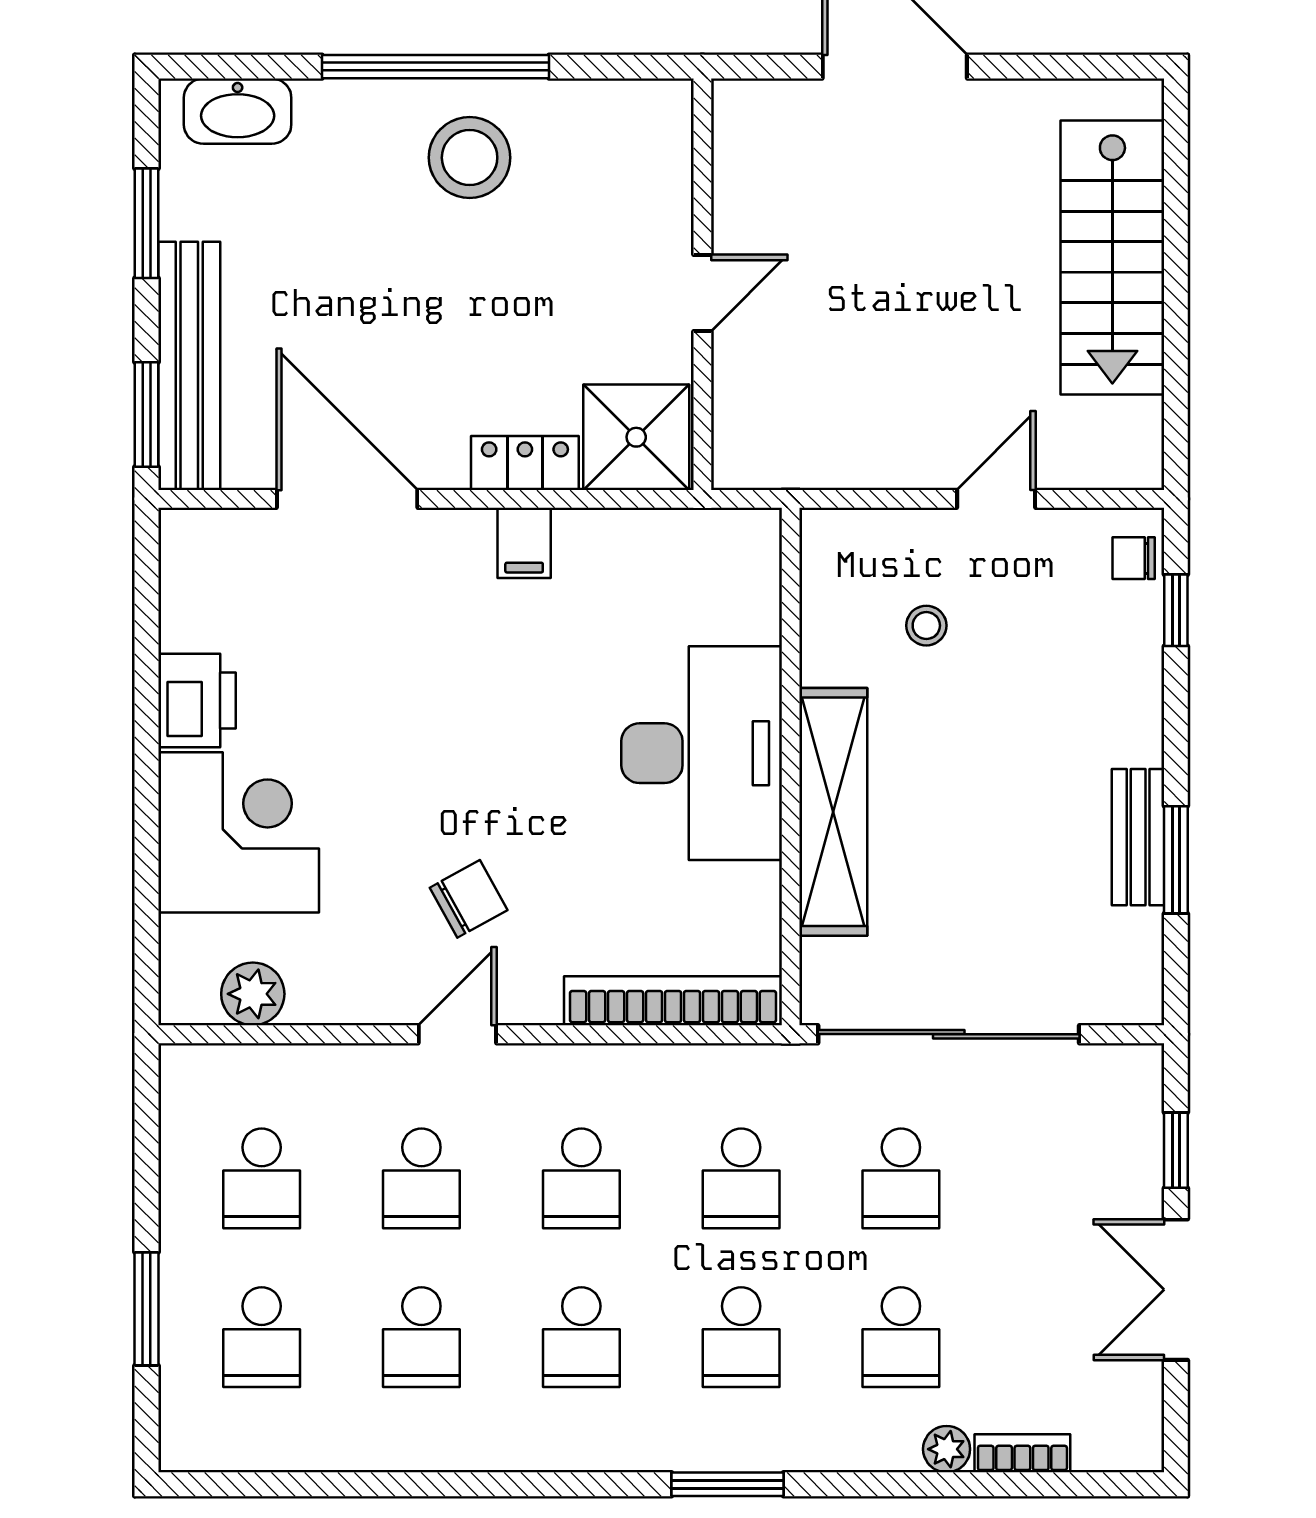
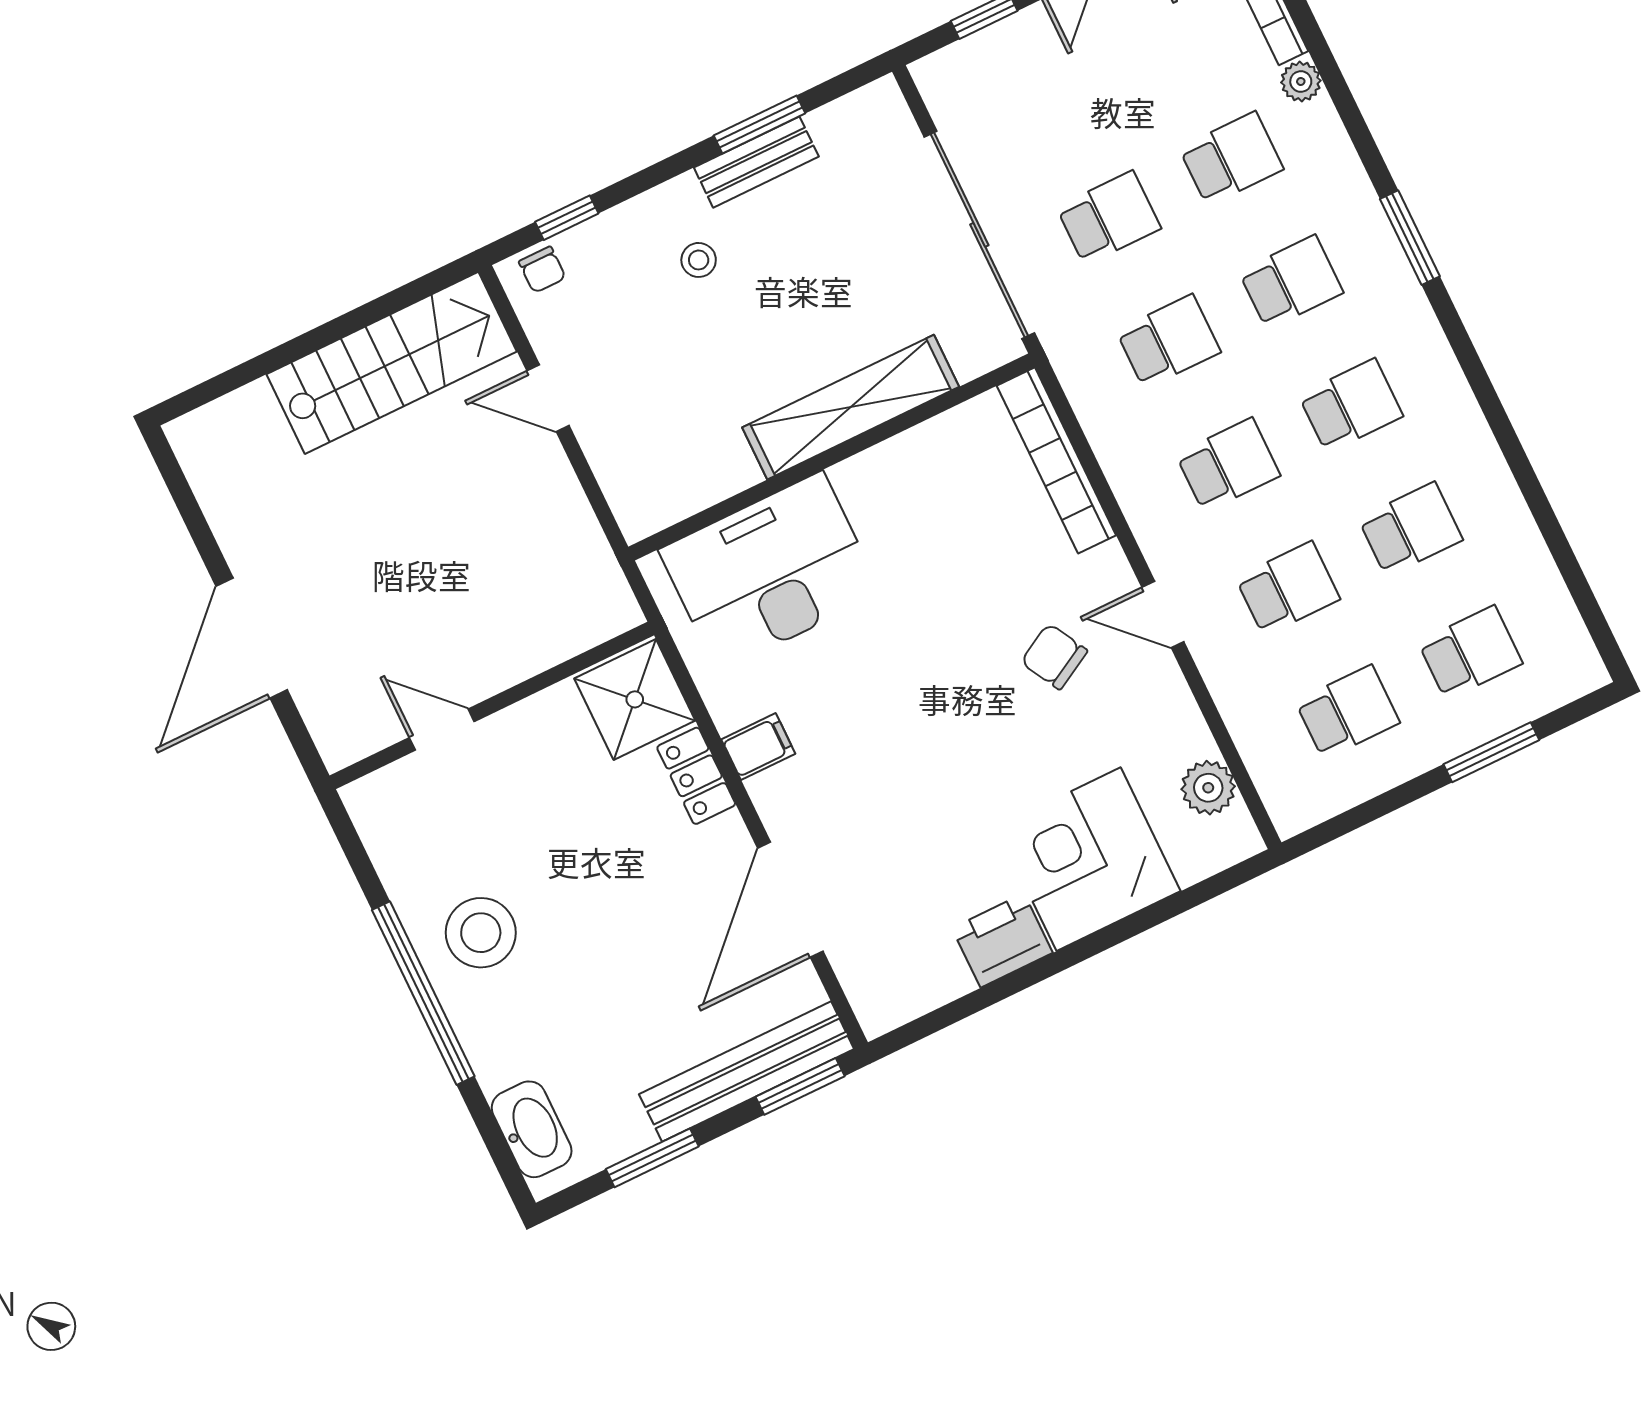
stairs: (1112, 257) -> (392, 363), moved
door: (702, 293) -> (442, 730), moved
stool: (926, 626) -> (699, 260), moved
desk: (702, 753) -> (770, 572), moved

